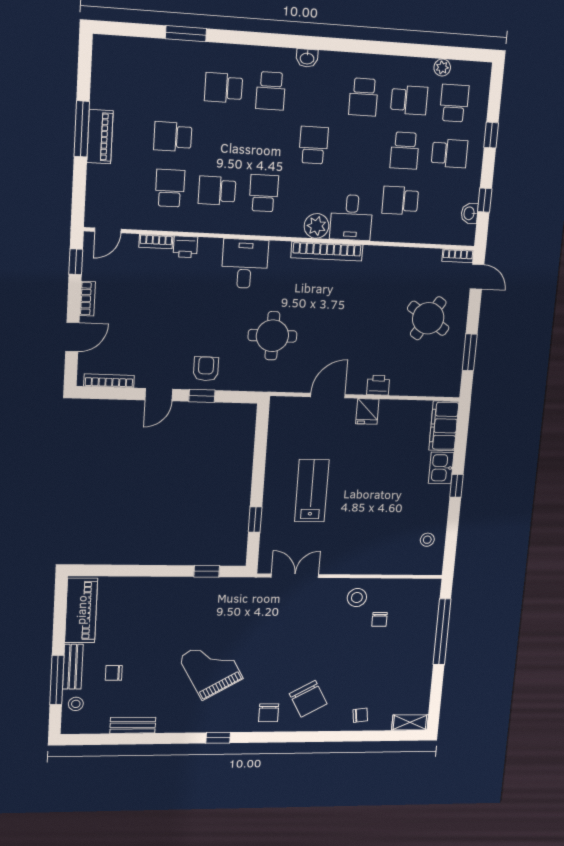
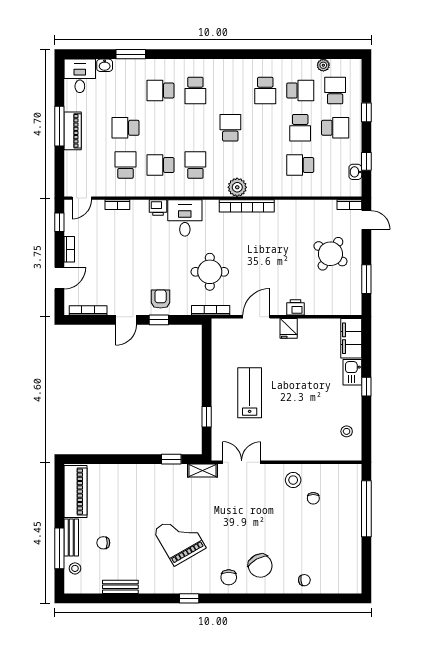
washbasin: (307, 58) -> (105, 65), moved
desk: (351, 218) -> (80, 76), moved, turned 180
printer: (185, 247) -> (158, 208), moved
bookcase: (270, 386) -> (211, 310), added
shelving: (410, 722) -> (202, 471), moved

